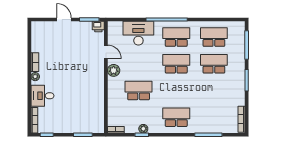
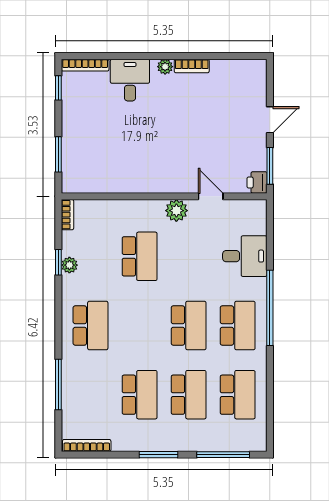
desk: (138, 33) -> (245, 256), width x0.73
door: (106, 52) -> (211, 196), swing flipped
school desk: (214, 91) -> (140, 395), added

